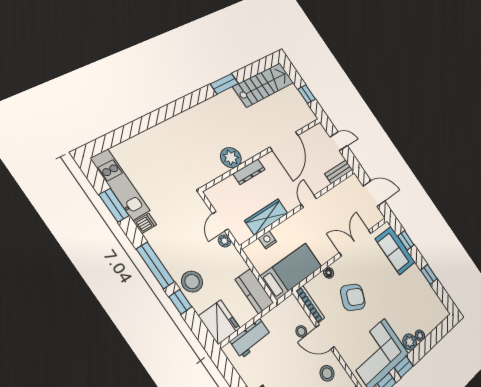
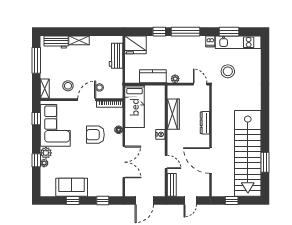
window: (224, 84) -> (265, 162), moved
stairs: (264, 85) -> (248, 153), width x1.86, depth x1.51
plant: (231, 158) -> (219, 117), removed
door: (309, 201) -> (166, 162), moved
door: (220, 221) -> (200, 84), moved
nightstand: (268, 240) -> (160, 134), moved
sofa: (395, 250) -> (72, 187), moved
stool: (192, 282) -> (228, 71), moved
kitchen counter: (255, 291) -> (153, 76), moved
armchair: (353, 297) -> (95, 135), turned 64
window: (404, 367) -> (36, 160), moved

